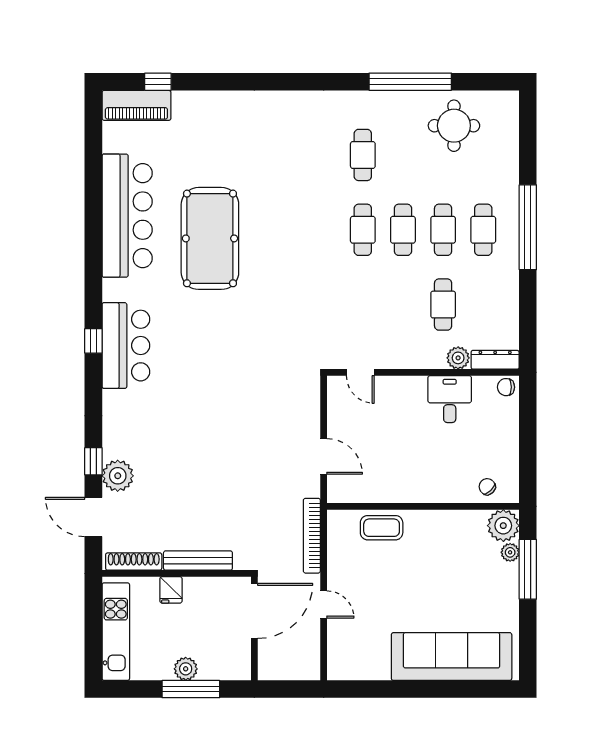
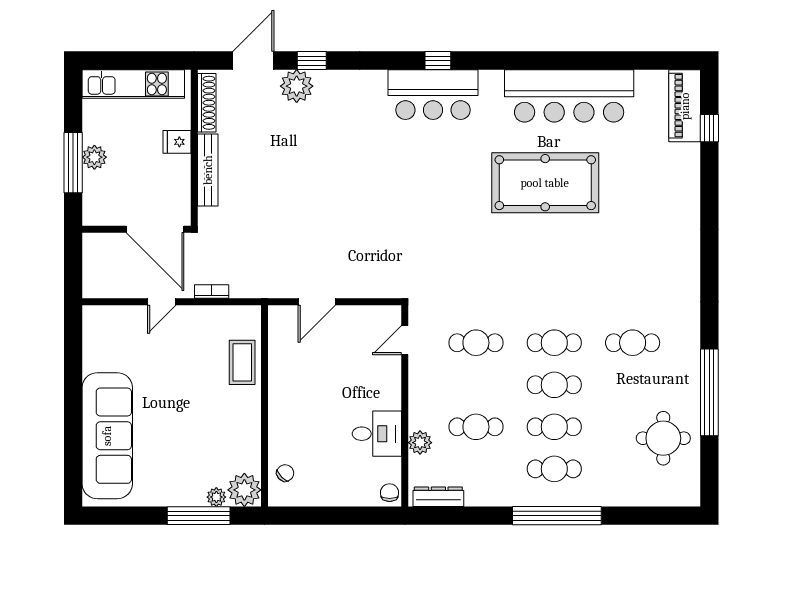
cafe table: (363, 305) -> (476, 343), added
dresser: (495, 360) -> (438, 497), moved, turned -90
bookcase: (312, 536) -> (212, 291), width x0.43, depth x0.76

